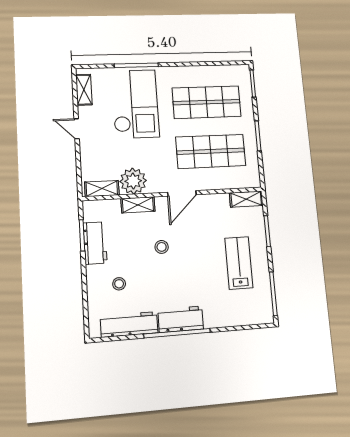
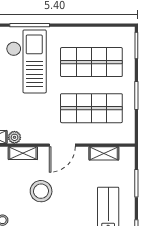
plant: (133, 181) -> (14, 137), width x0.53, depth x0.53
shelving: (246, 199) -> (104, 153), moved
stool: (162, 247) -> (41, 191), width x1.89, depth x1.89

